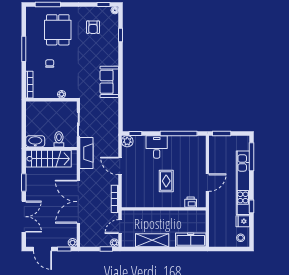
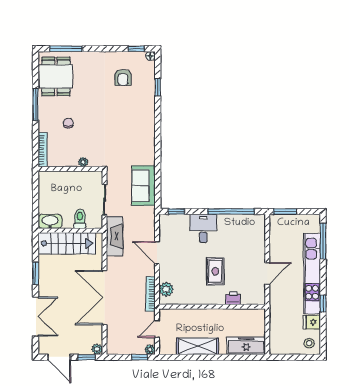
dining table: (58, 30) -> (56, 77), moved
sofa: (109, 82) -> (143, 186), moved
plant: (127, 141) -> (166, 289), moved
printer: (191, 202) -> (233, 298), moved

